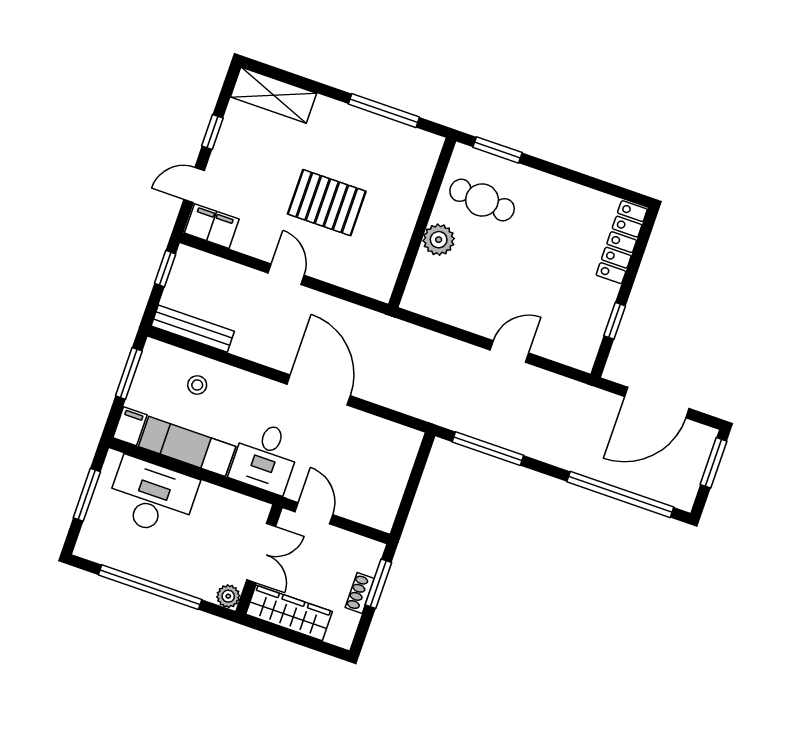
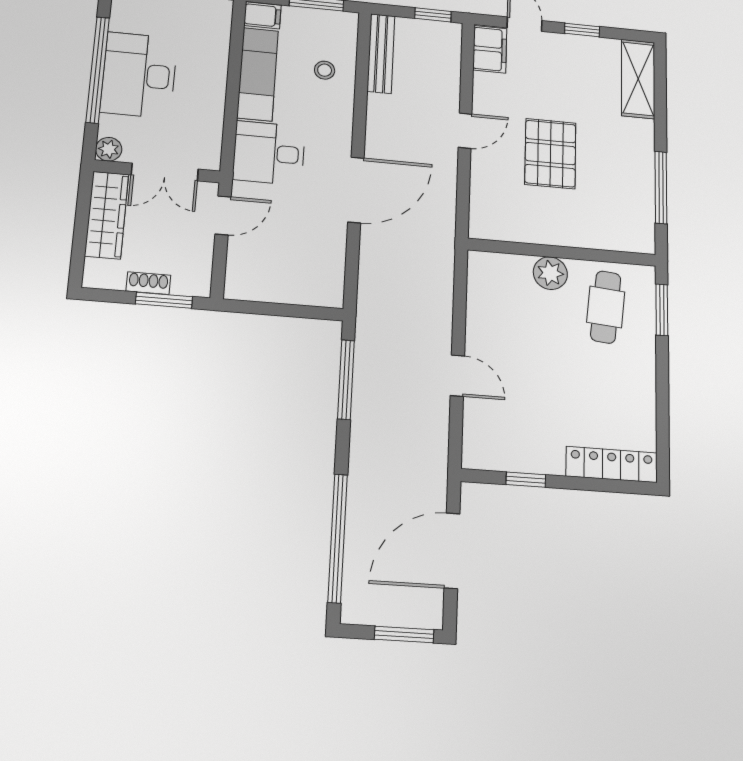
door: (657, 403) -> (452, 551), hinge flipped
desk: (152, 497) -> (139, 75), moved, turned 180

